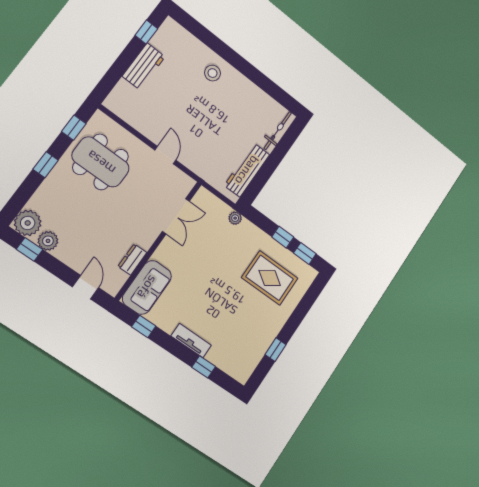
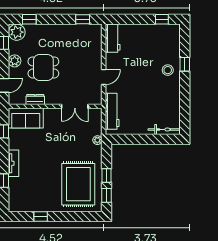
window: (220, 48) -> (185, 64), added
workbench: (144, 66) -> (113, 38), moved, turned -90
dining table: (101, 162) -> (43, 67), moved, width x0.73
window: (46, 165) -> (29, 19), moved
workbench: (247, 170) -> (112, 111), moved, turned 90
plant: (48, 241) -> (15, 61), moved
rug: (270, 278) -> (78, 184), width x1.37, depth x1.44

